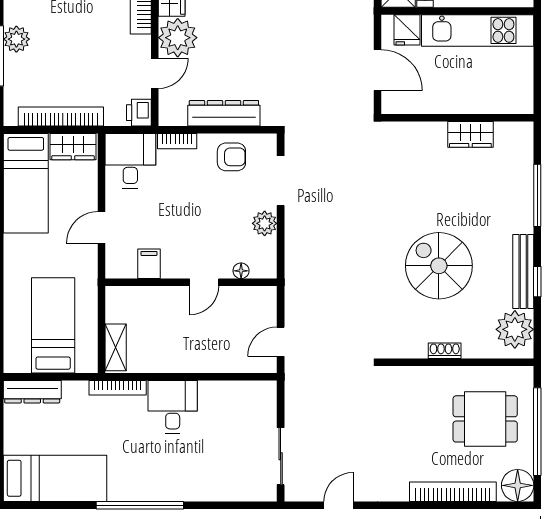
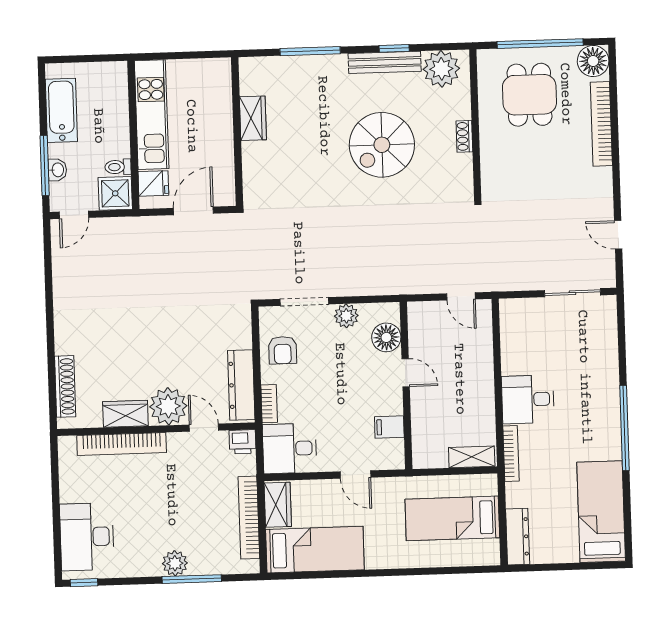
dresser: (224, 113) -> (241, 385), moved
armchair: (231, 157) -> (283, 350), turned 180
floor lamp: (241, 271) -> (386, 337), width x1.89, depth x1.89

